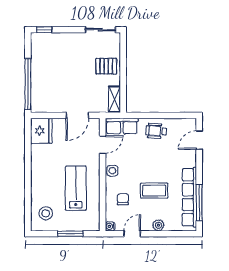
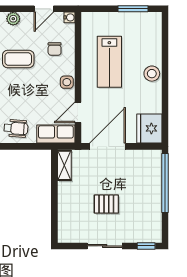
sliding door: (100, 30) -> (105, 246), moved
pallet: (106, 66) -> (106, 204), moved
door: (77, 115) -> (107, 146), width x1.36
stool: (46, 213) -> (152, 74), moved
window: (70, 234) -> (133, 9), moved

